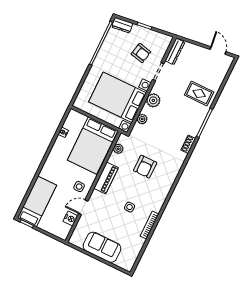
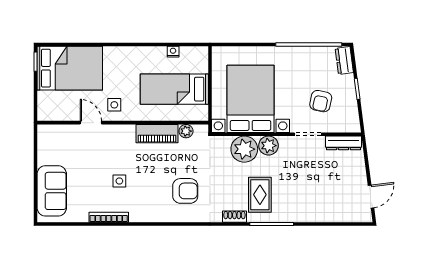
rug: (199, 94) -> (260, 195), moved
plant: (142, 119) -> (244, 149), width x1.88, depth x1.88
bed: (93, 146) -> (174, 89), width x0.67
armchair: (145, 167) -> (185, 191), moved, turned 180
piano: (106, 178) -> (157, 134), moved
bed: (37, 201) -> (70, 68), width x1.50
nightstand: (70, 219) -> (69, 113), removed
sofa: (102, 247) -> (52, 191), moved

